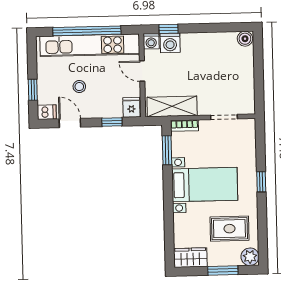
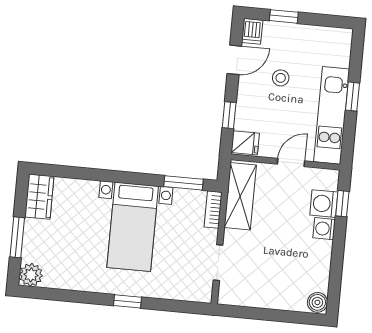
window: (87, 31) -> (352, 97), width x0.32
washing machine: (151, 41) -> (324, 229), moved
kitchen unit: (90, 45) -> (331, 115), width x0.73
rug: (229, 229) -> (71, 252), removed

